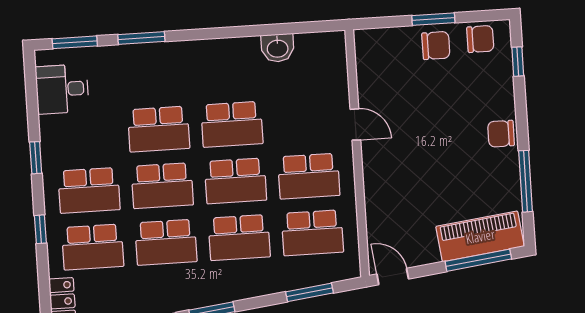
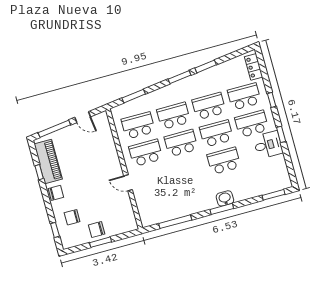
window: (278, 29) -> (175, 222), added
window: (141, 38) -> (222, 209), moved
chair: (480, 39) -> (72, 217), moved
washbasin: (278, 48) -> (225, 198), moved
desk: (62, 89) -> (268, 145), moved
school desk: (232, 124) -> (188, 170), removed
window: (526, 181) -> (39, 172), width x0.46
piano: (480, 236) -> (48, 161), moved, turned -83
door: (393, 277) -> (83, 117), moved

